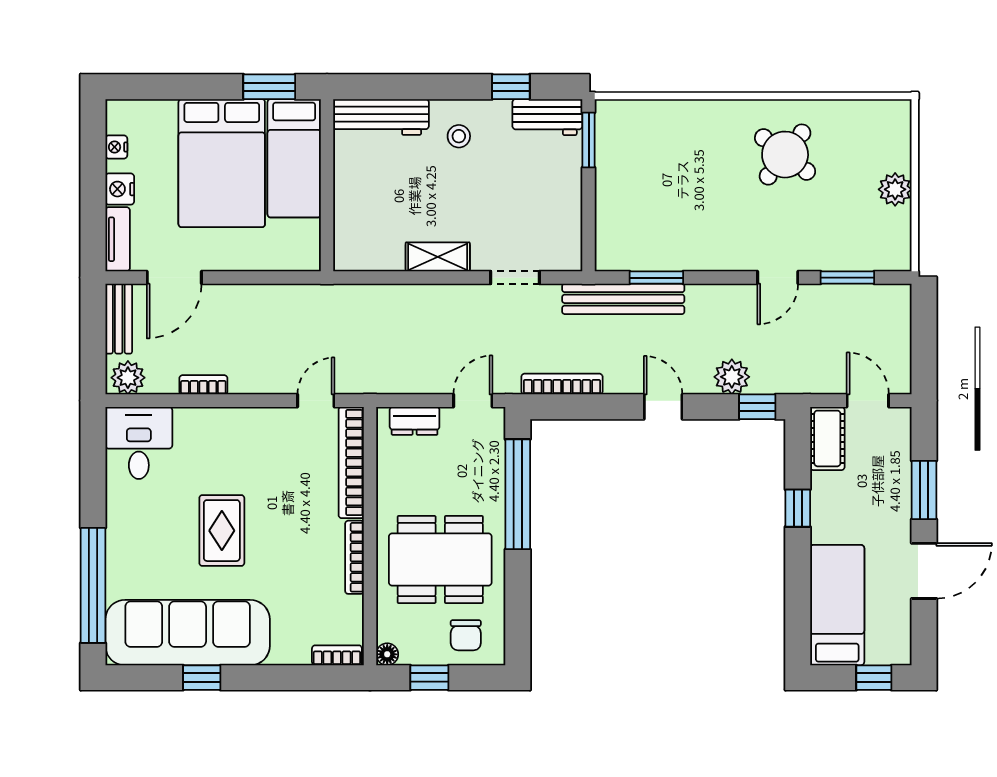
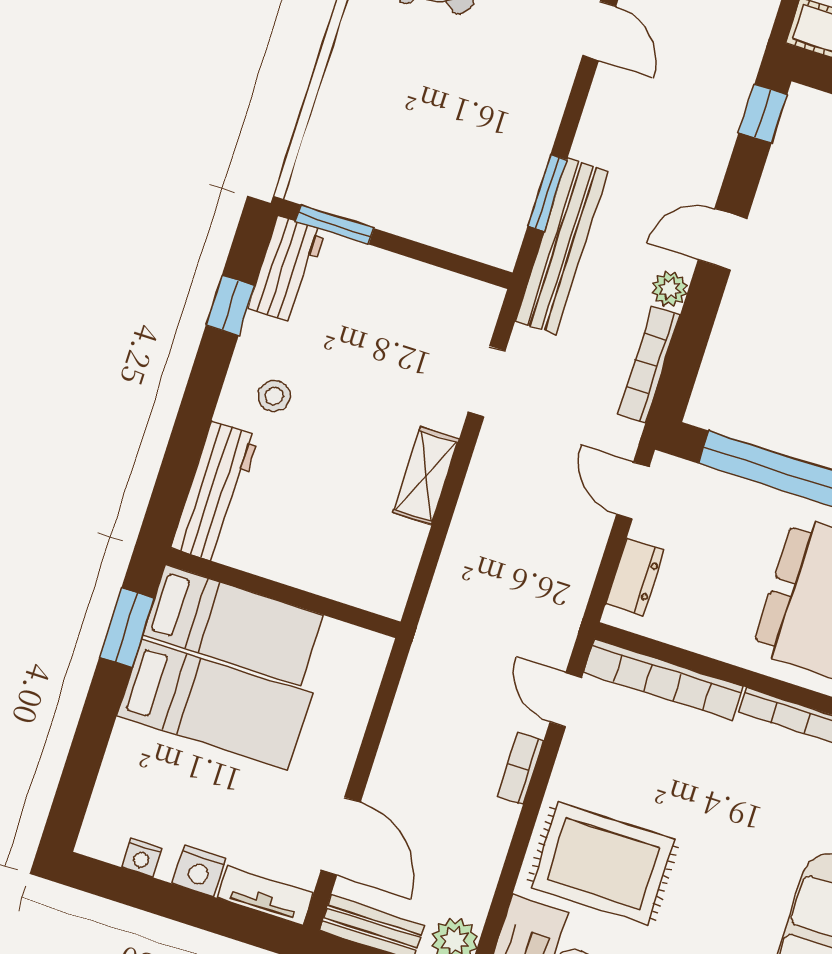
bed: (222, 163) -> (215, 705), width x0.67
plant: (732, 377) -> (670, 289), moved, width x0.73, depth x0.73
bookcase: (203, 385) -> (520, 769), moved
rug: (222, 531) -> (603, 864), moved, width x1.36, depth x1.43

